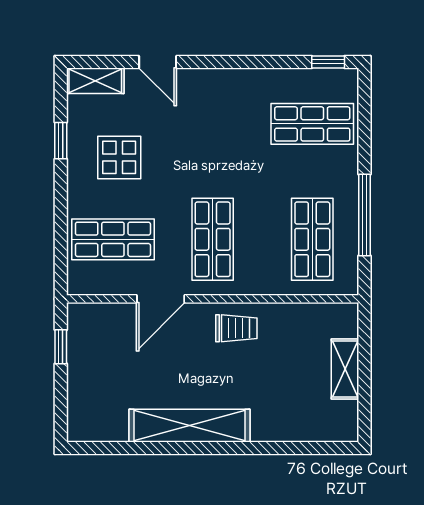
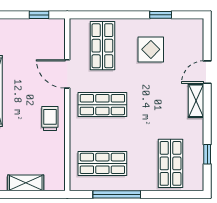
window: (328, 62) -> (207, 154), moved
shelving: (95, 81) -> (196, 101), moved
trolley: (236, 328) -> (50, 119), turned 180

